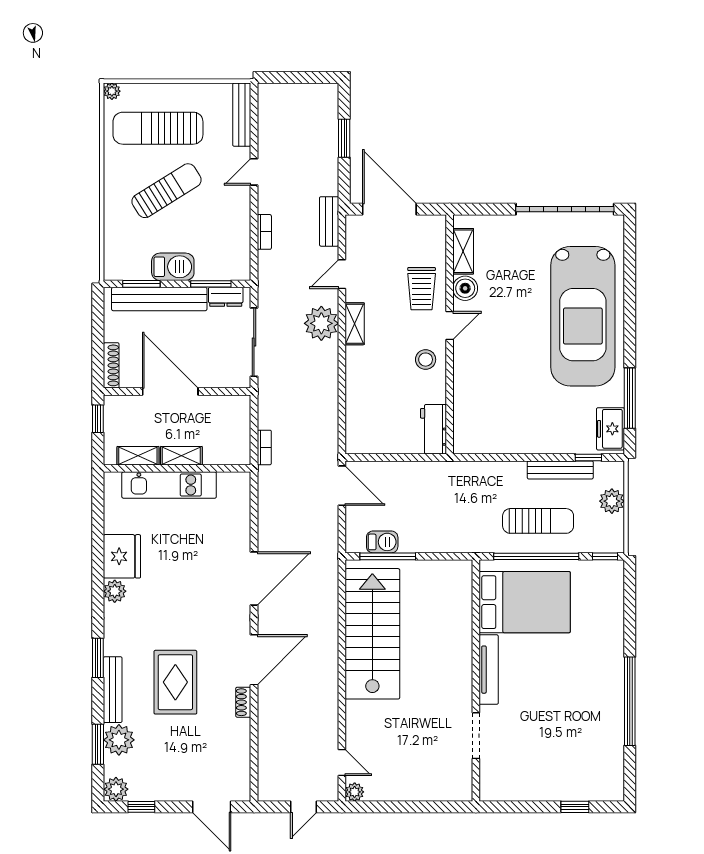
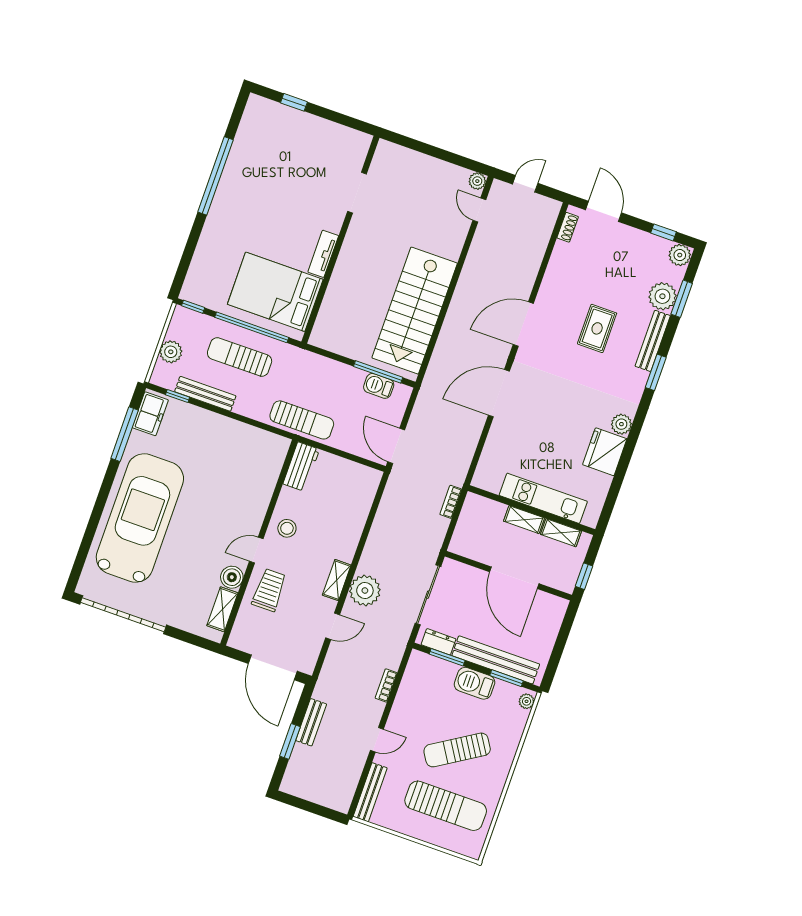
plant: (112, 91) -> (527, 701), moved
bench: (329, 221) -> (311, 722), moved
shoe rack: (111, 365) -> (557, 618), removed
sun lounger: (450, 478) -> (302, 420), added
tv unit: (489, 670) -> (323, 254), width x0.71
rug: (175, 682) -> (597, 328), width x0.73, depth x0.70
shoe rack: (243, 702) -> (568, 227), moved

